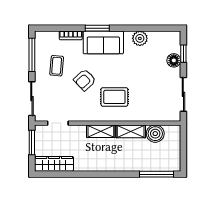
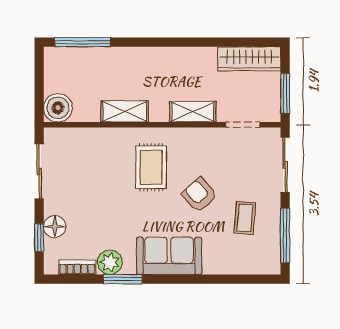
window: (97, 28) -> (123, 279), moved
bookcase: (71, 35) -> (77, 267), moved
armchair: (85, 80) -> (199, 195), turned -89
rug: (114, 97) -> (151, 167), turned 90
shelving: (101, 131) -> (193, 112), moved
boiler: (155, 134) -> (58, 108), moved

